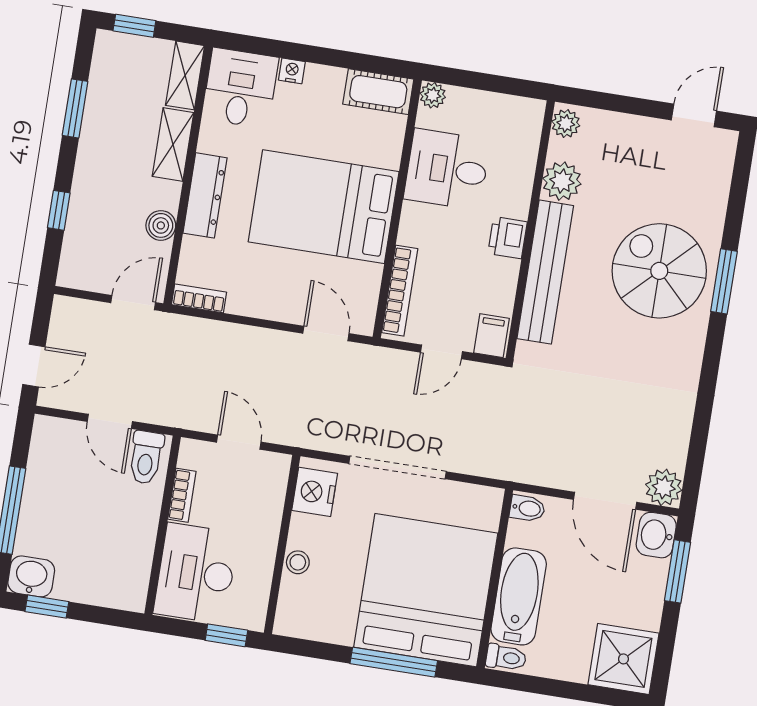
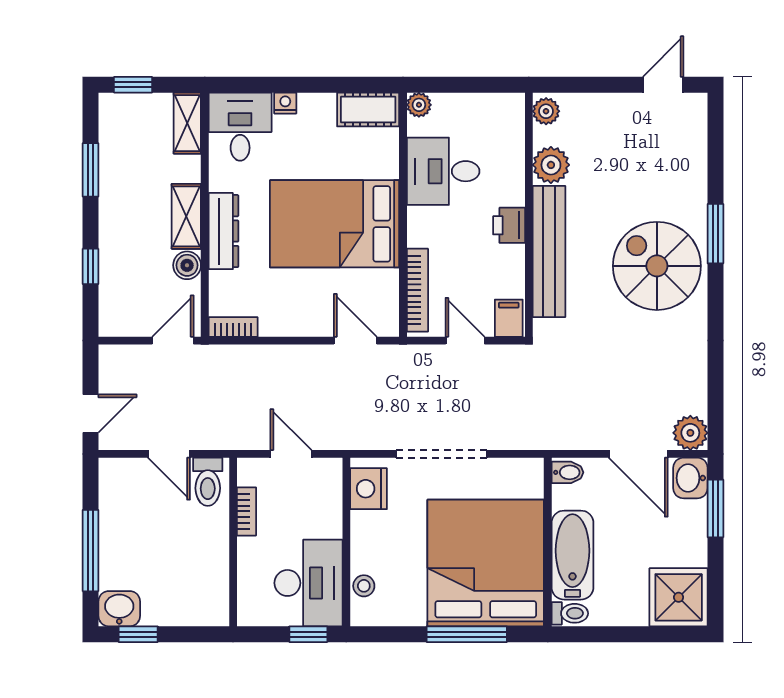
shelving: (173, 144) -> (186, 216), moved
spiral stairs: (659, 271) -> (657, 266), moved
door: (442, 352) -> (465, 341), swing flipped
stool: (298, 562) -> (364, 586), moved
desk: (196, 573) -> (309, 583), moved, turned 180

